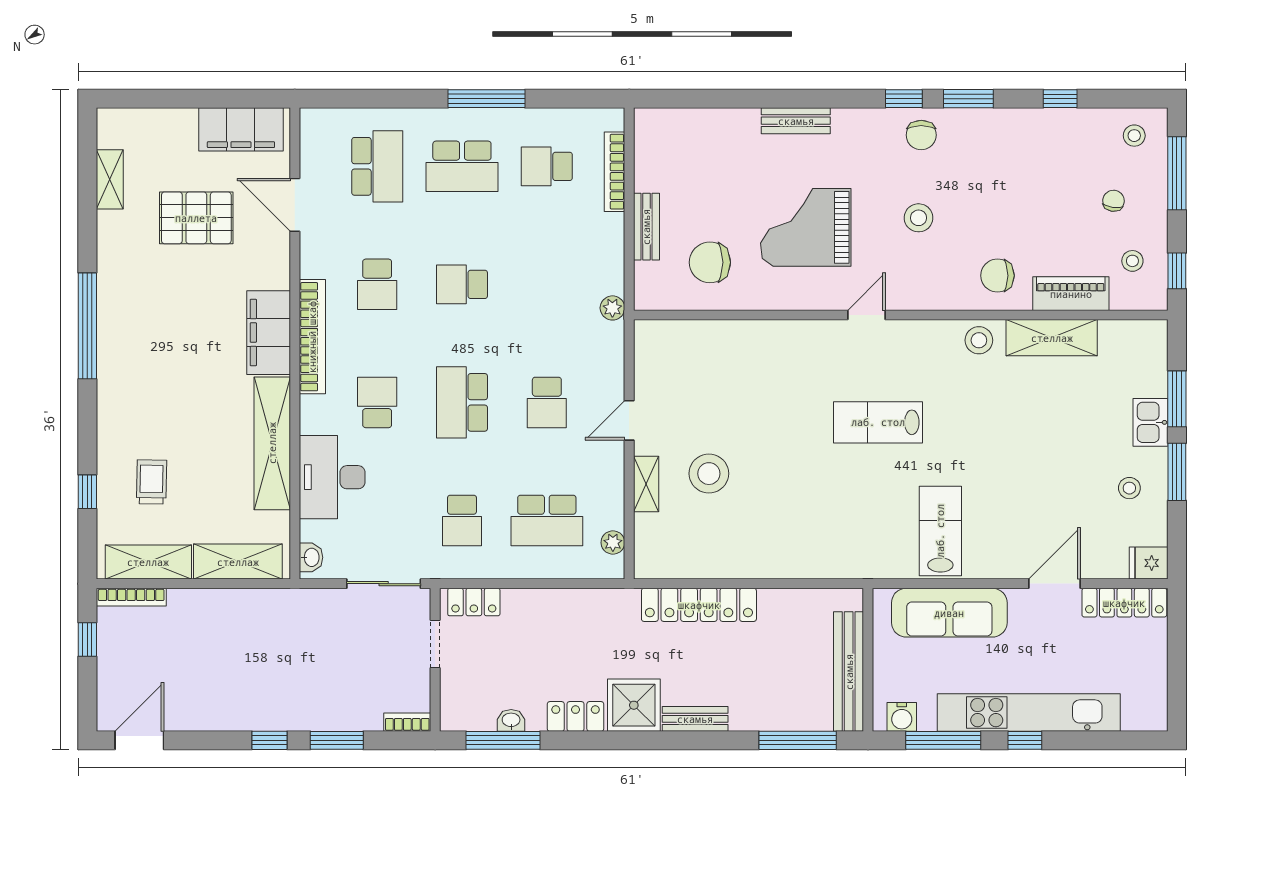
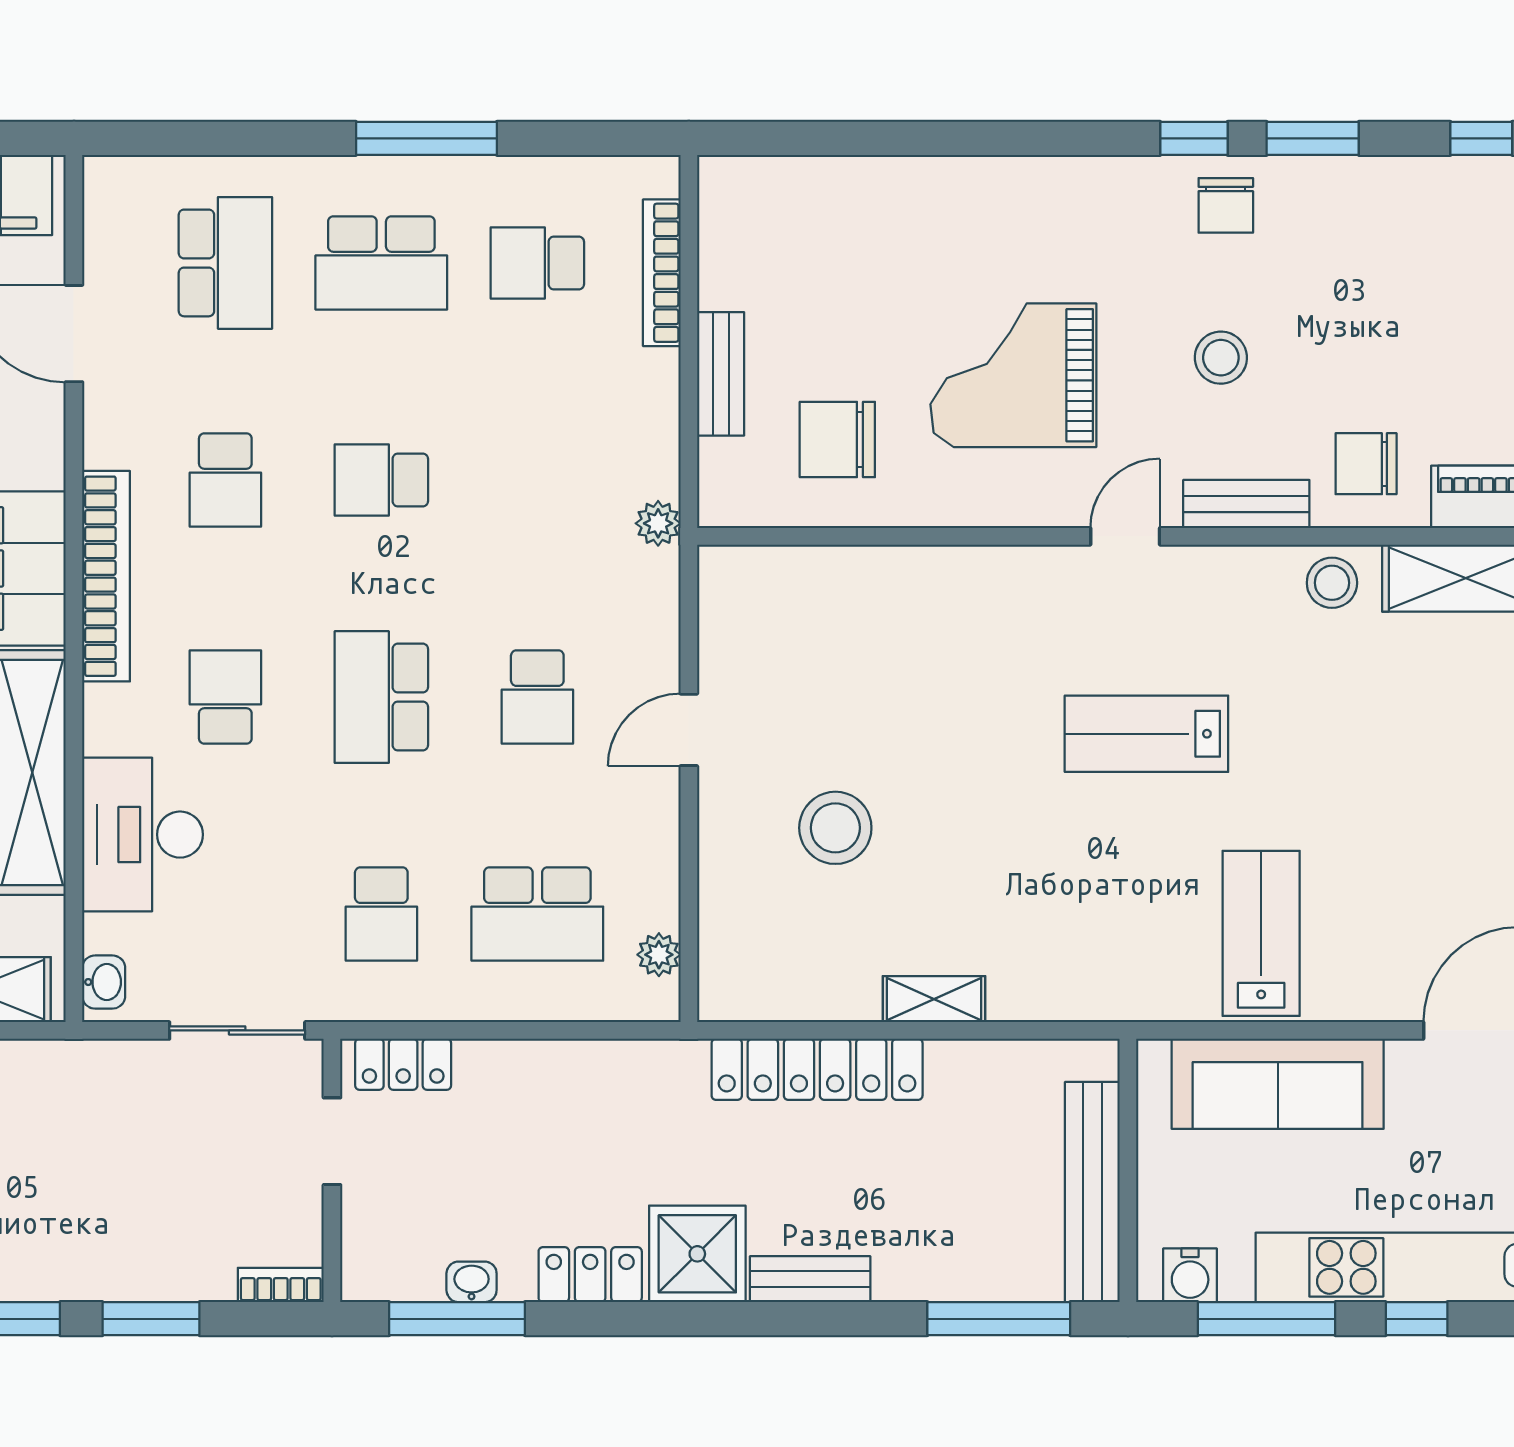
bench: (796, 121) -> (1246, 504), moved
shelving: (646, 484) -> (934, 999), moved, turned 90

